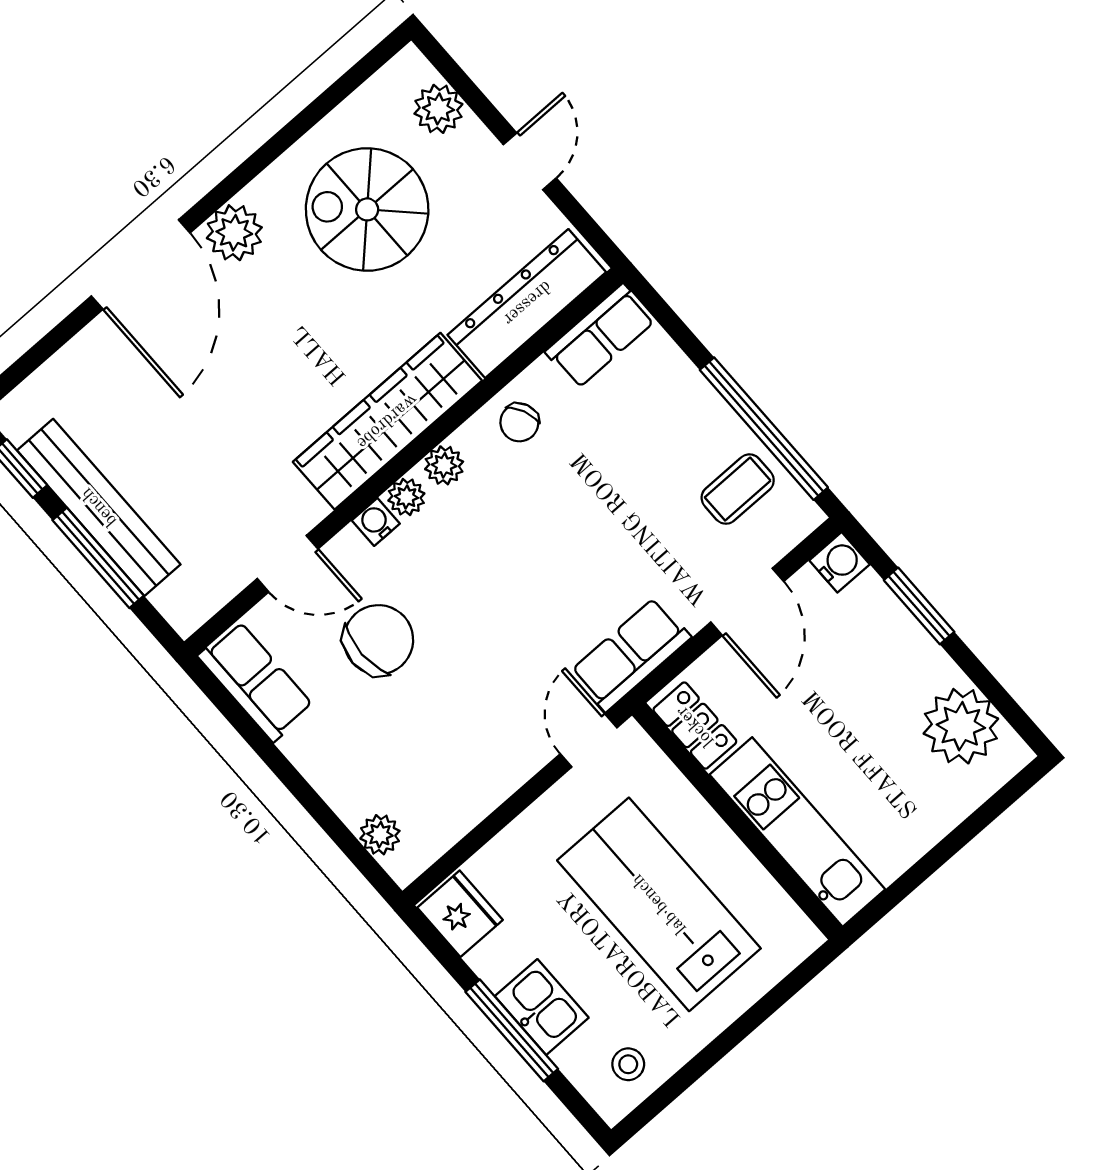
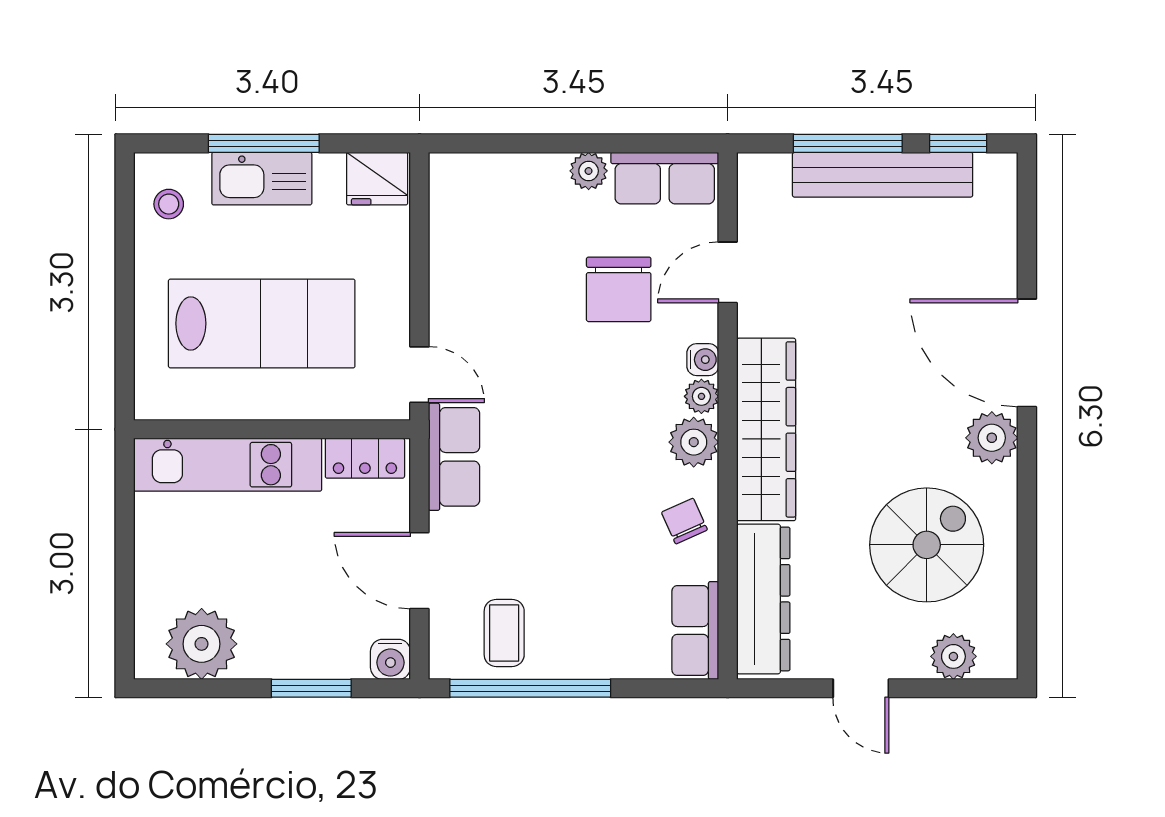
plant: (444, 465) -> (694, 442), width x1.38, depth x1.38
plant: (380, 835) -> (589, 171), moved
kitchen sink: (542, 1007) -> (262, 179), width x1.38

